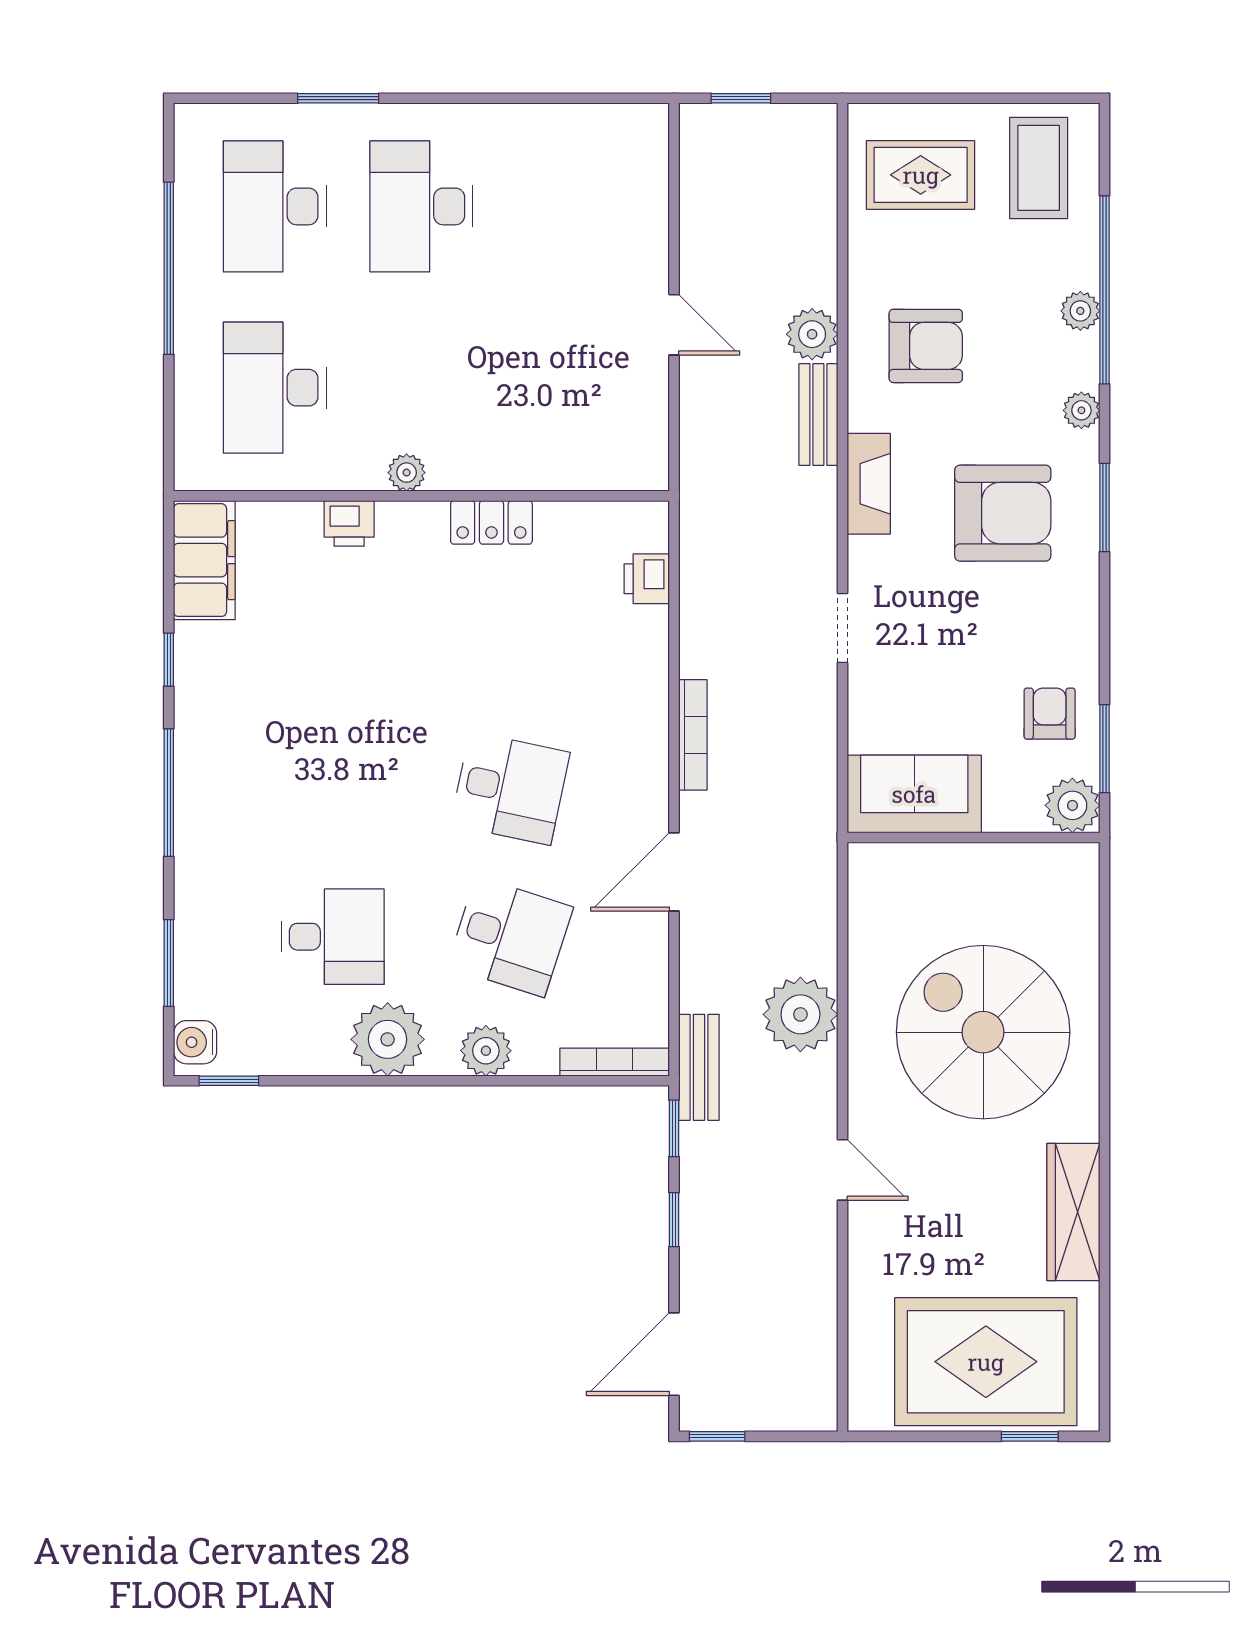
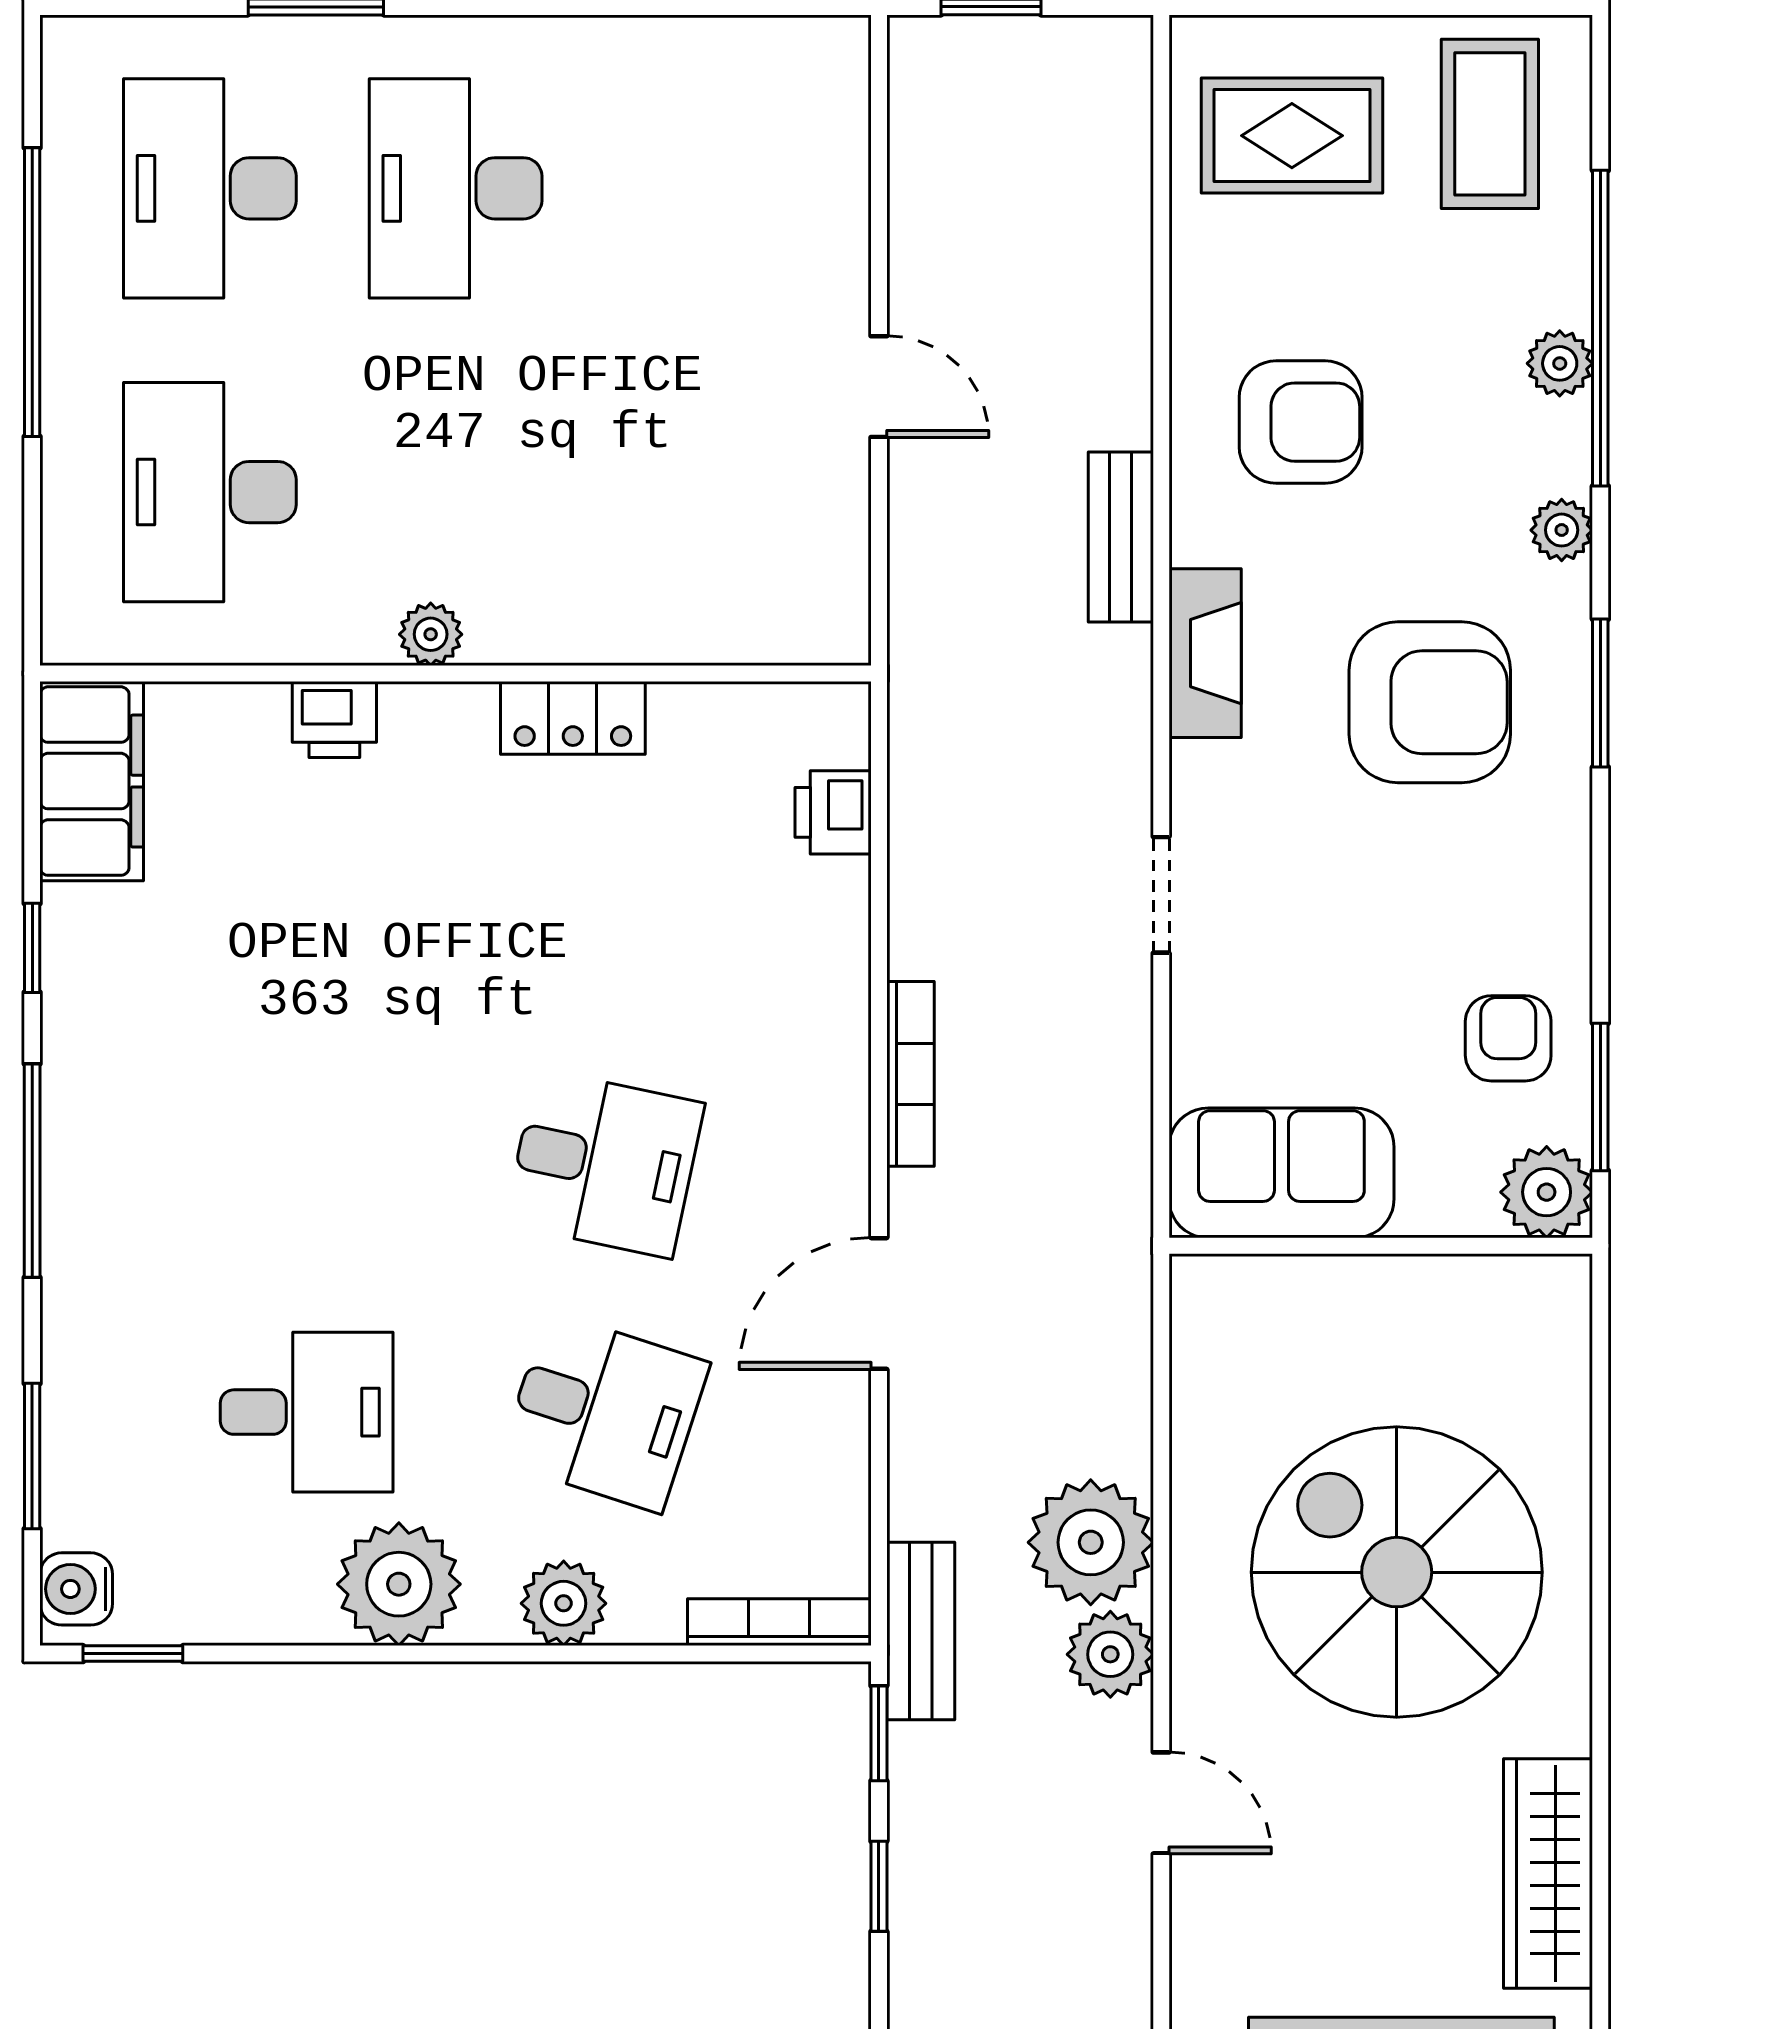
plant: (812, 334) -> (1110, 1654), moved

